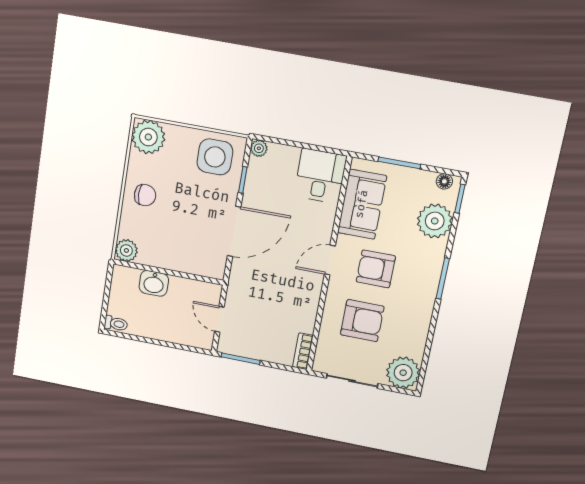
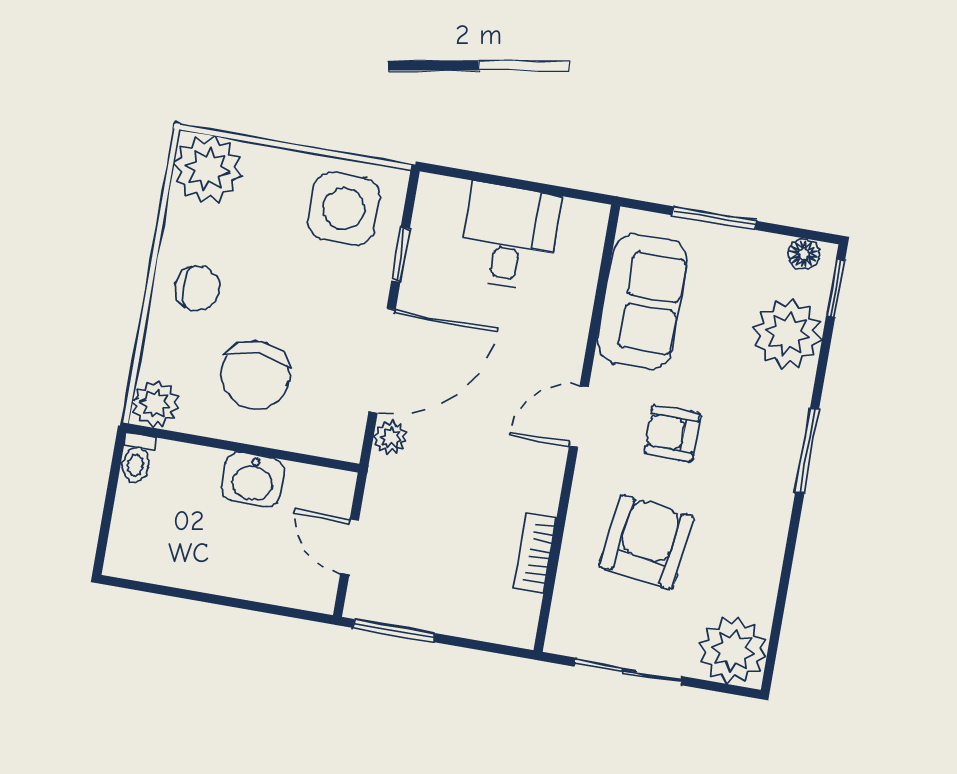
plant: (259, 148) -> (390, 438), moved
desk: (320, 176) -> (509, 237), moved
chair: (173, 237) -> (255, 375), added
armchair: (376, 269) -> (672, 433), width x0.72, depth x0.72
washbasin: (154, 283) -> (253, 480), moved
armchair: (362, 321) -> (647, 542), turned -82
toilet: (116, 324) -> (137, 459), moved, turned 90
bookcase: (303, 351) -> (535, 553), moved

